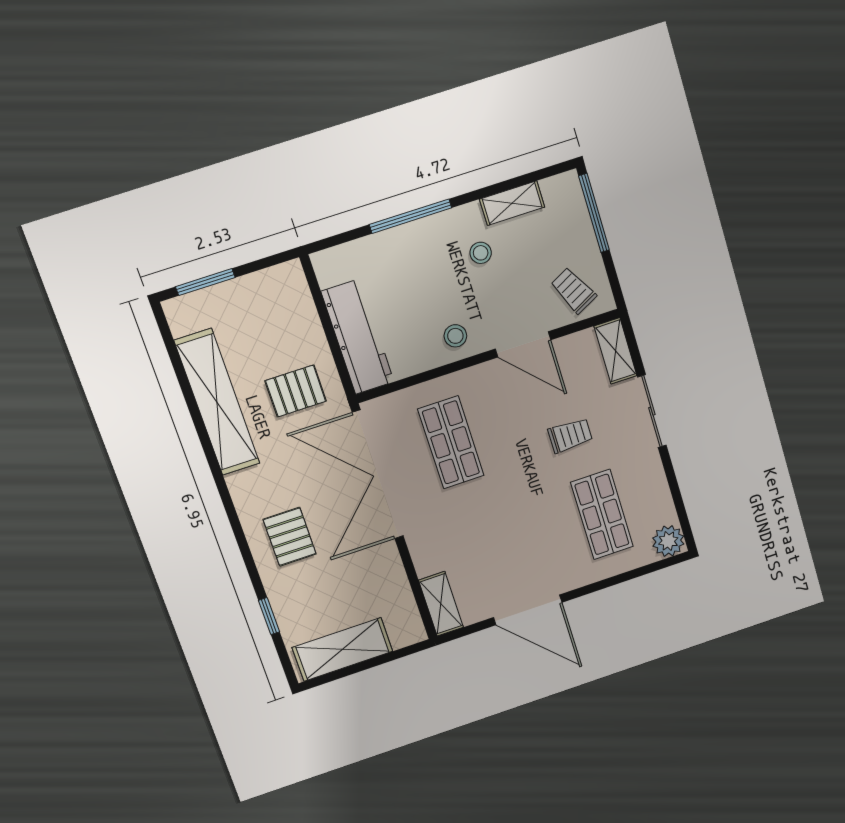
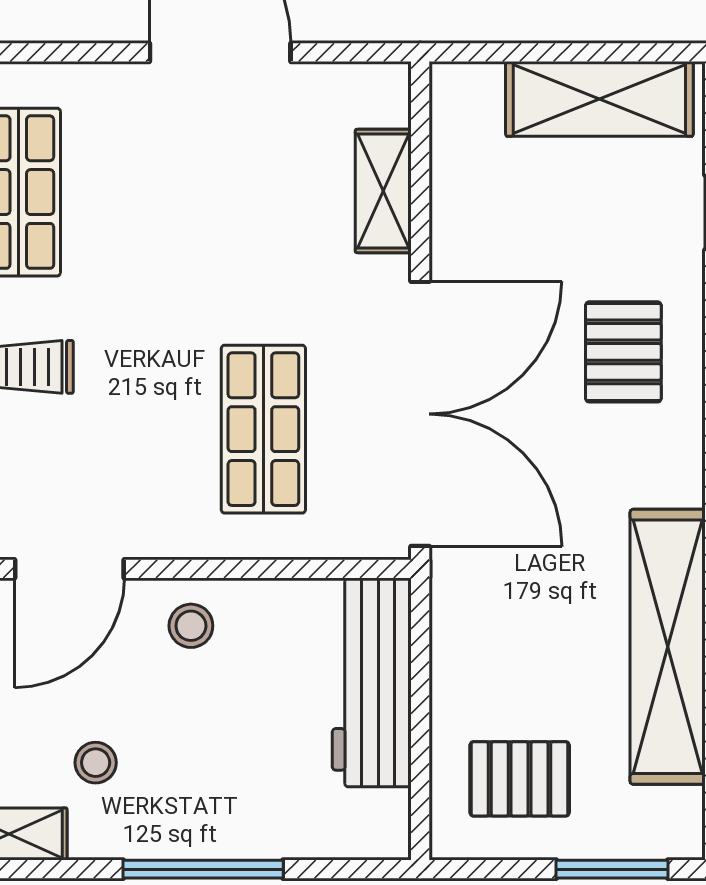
door: (523, 344) -> (69, 569), swing flipped
pallet: (296, 391) -> (520, 779), moved
shelving: (441, 604) -> (383, 191), moved

